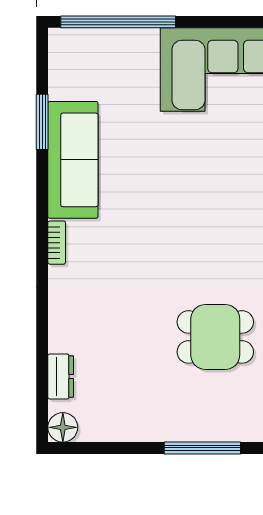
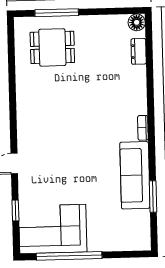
window: (118, 22) -> (69, 256), moved
dining table: (215, 337) -> (52, 47), moved

